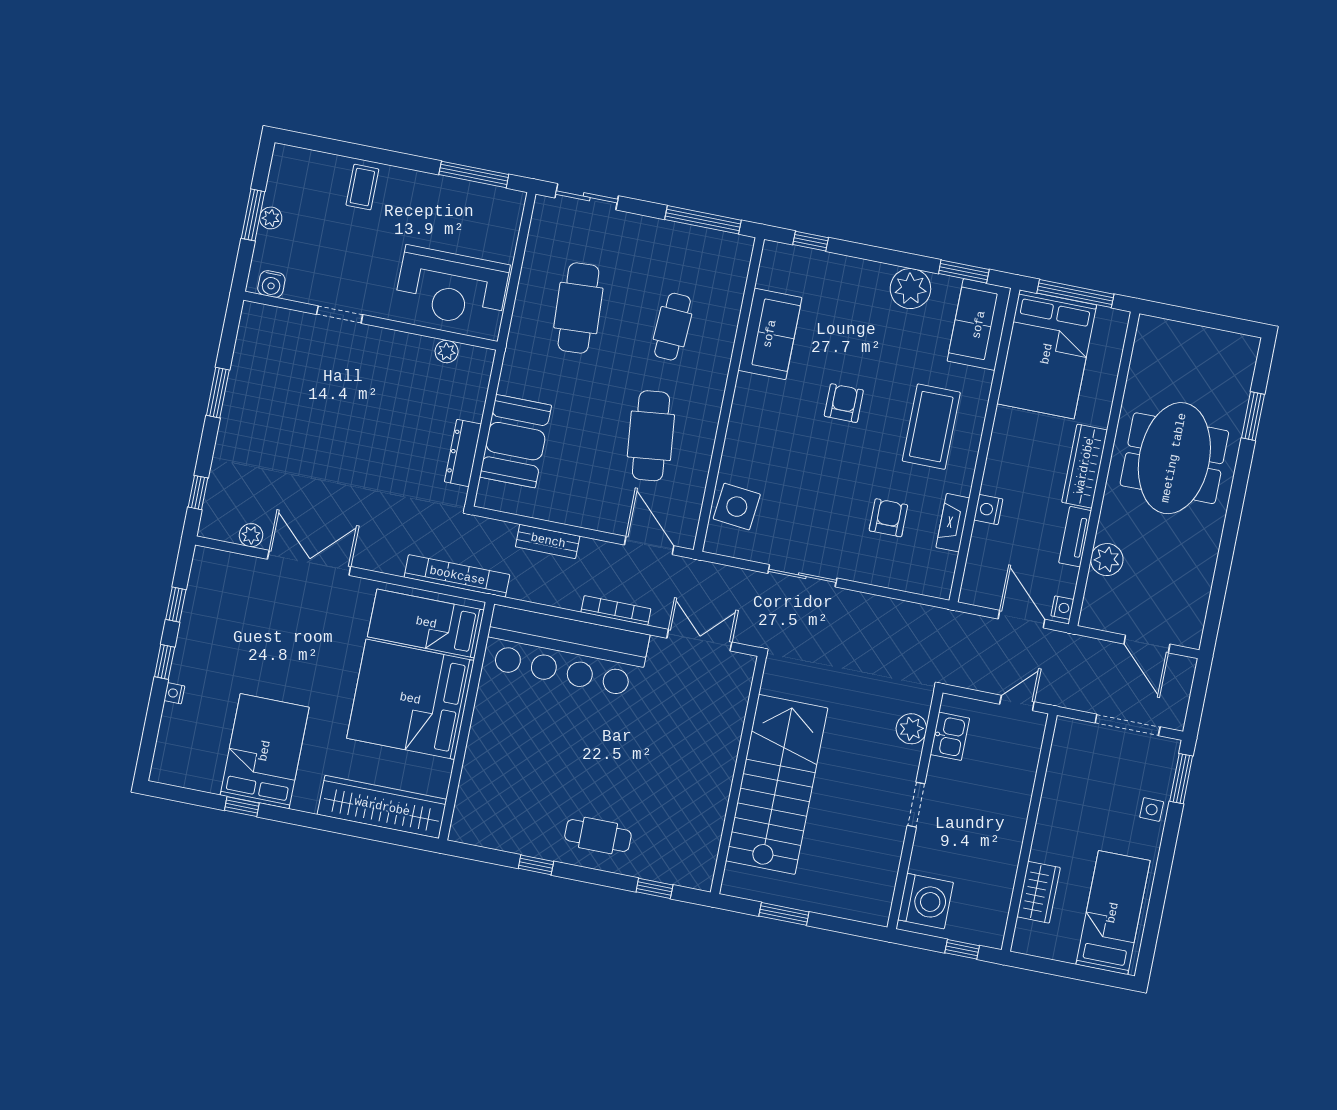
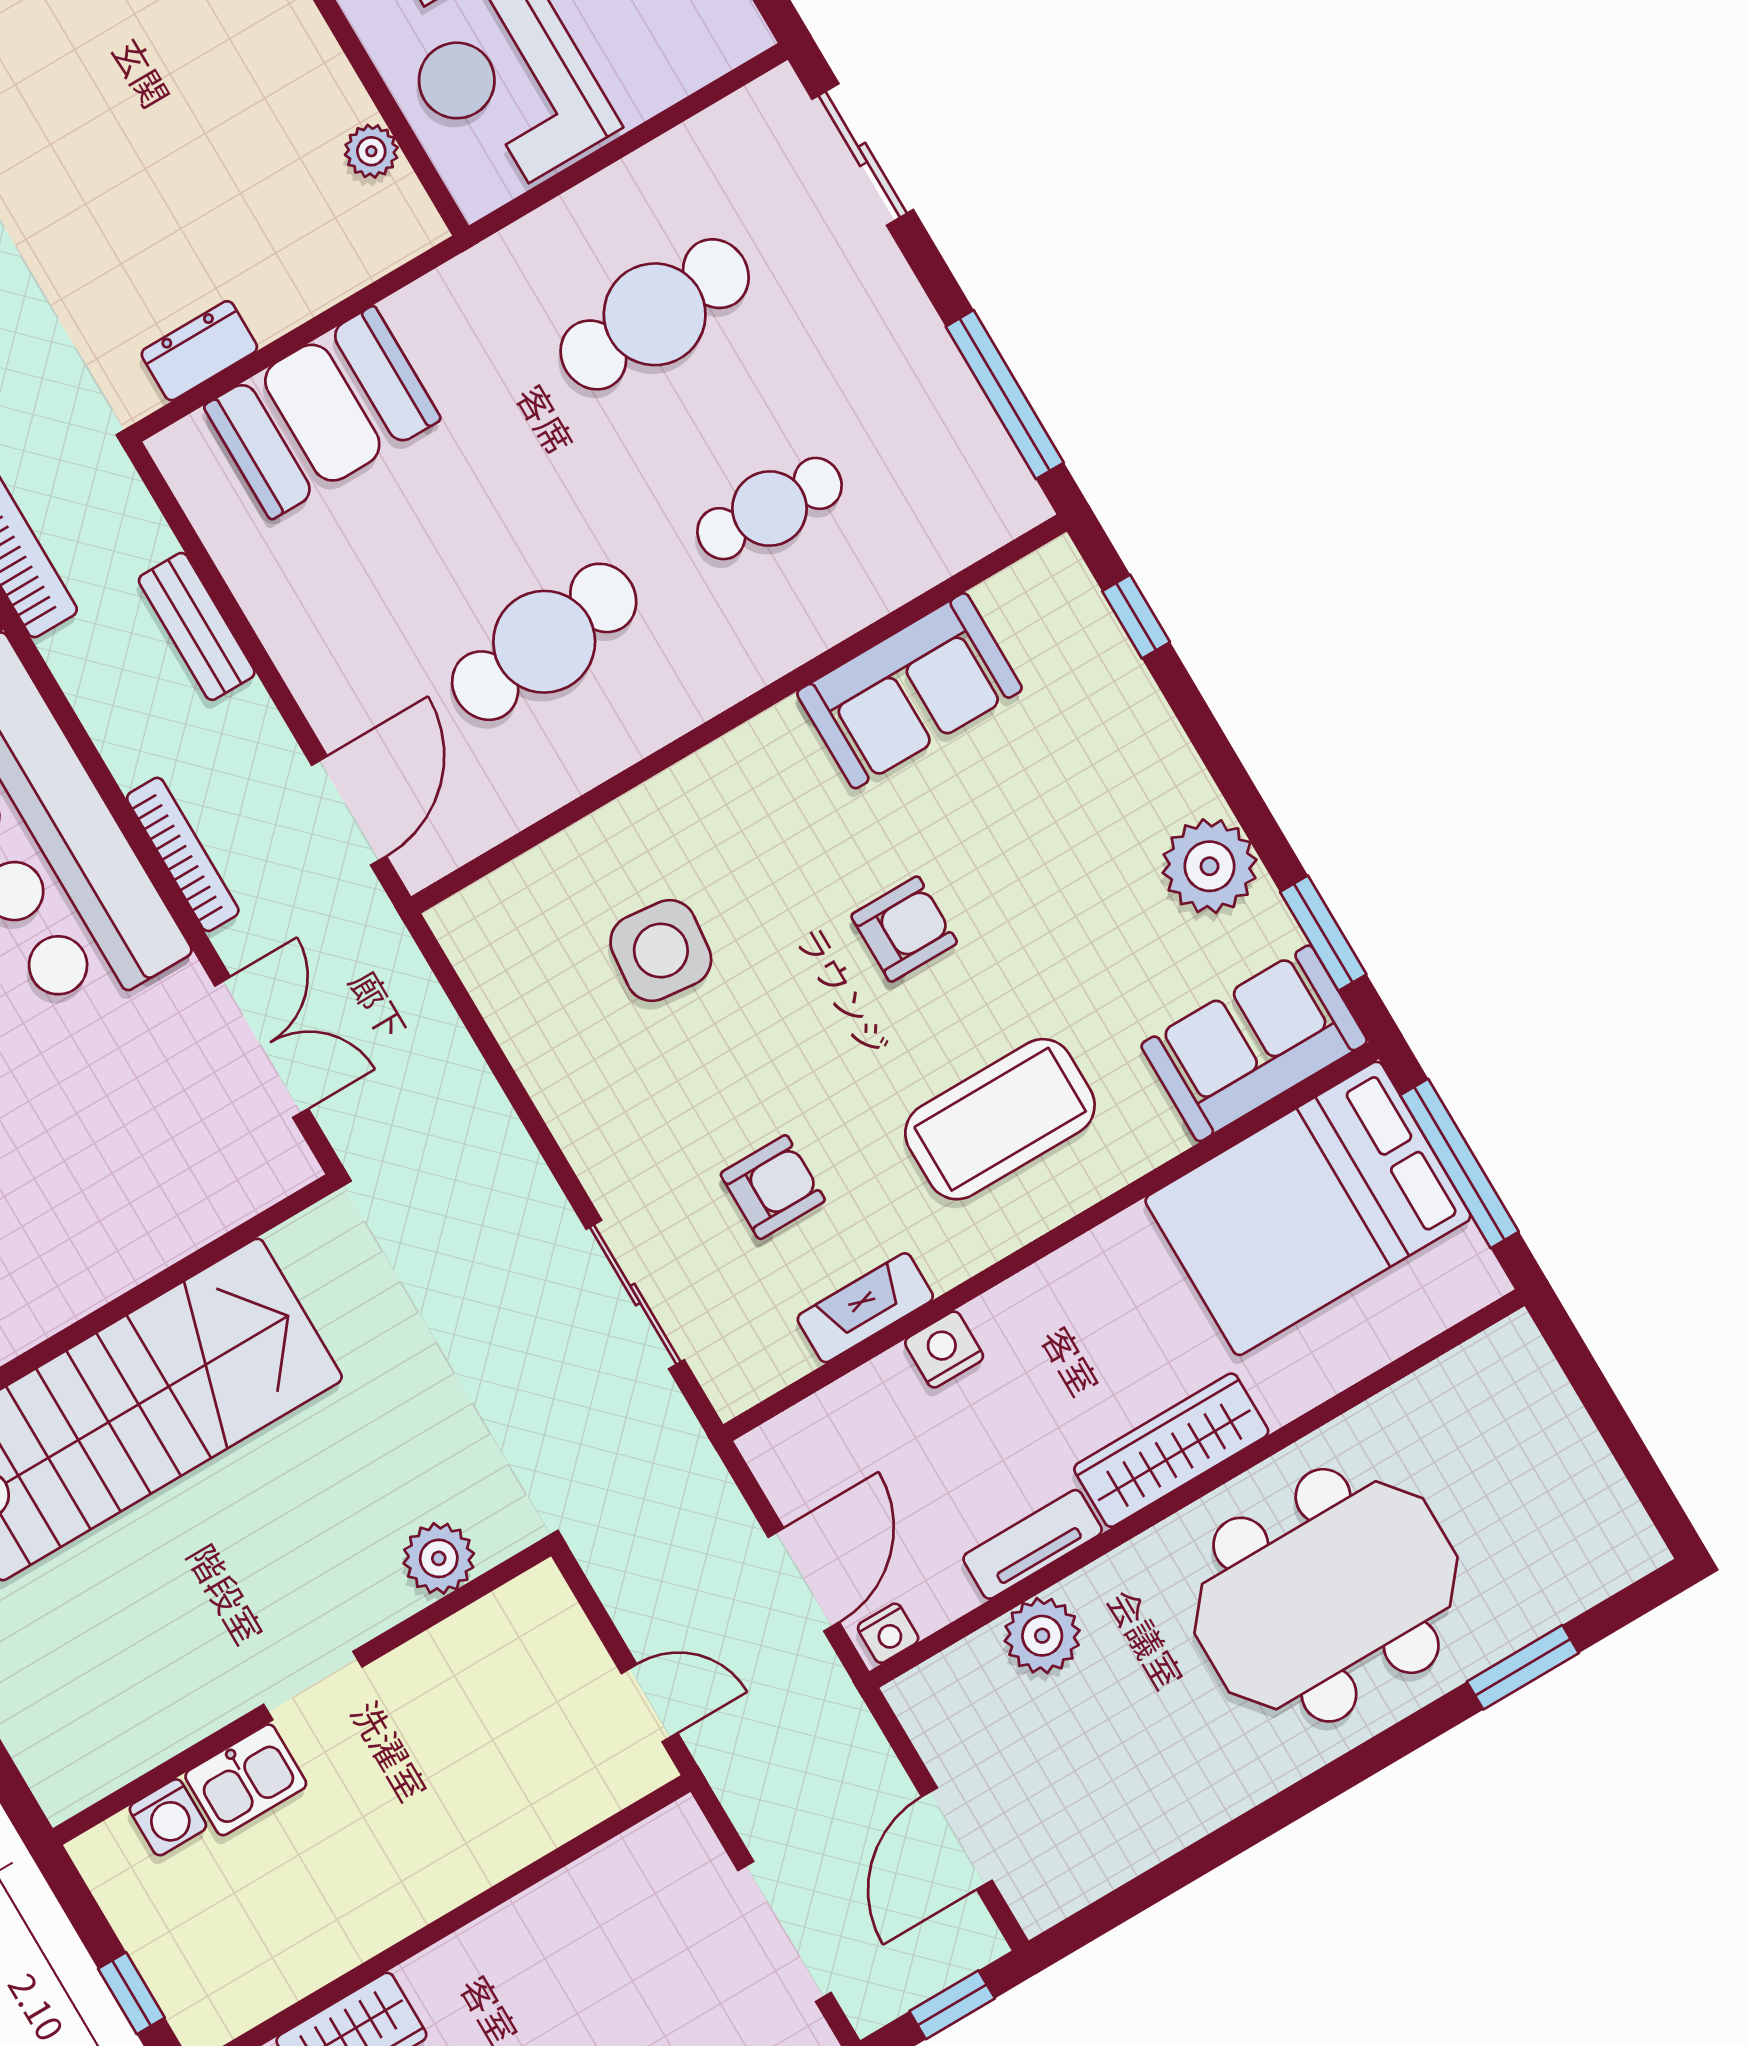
dresser: (463, 453) -> (199, 351), width x0.70
side table: (737, 507) -> (661, 951), moved
sliding door: (802, 576) -> (635, 1295), moved
window: (1198, 693) -> (952, 2005), added
kitchen sink: (950, 736) -> (246, 1780), moved
washing machine: (926, 901) -> (168, 1817), width x0.53, depth x0.53

